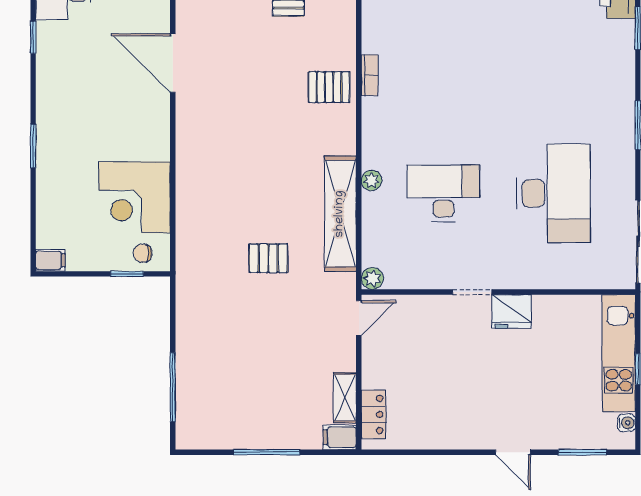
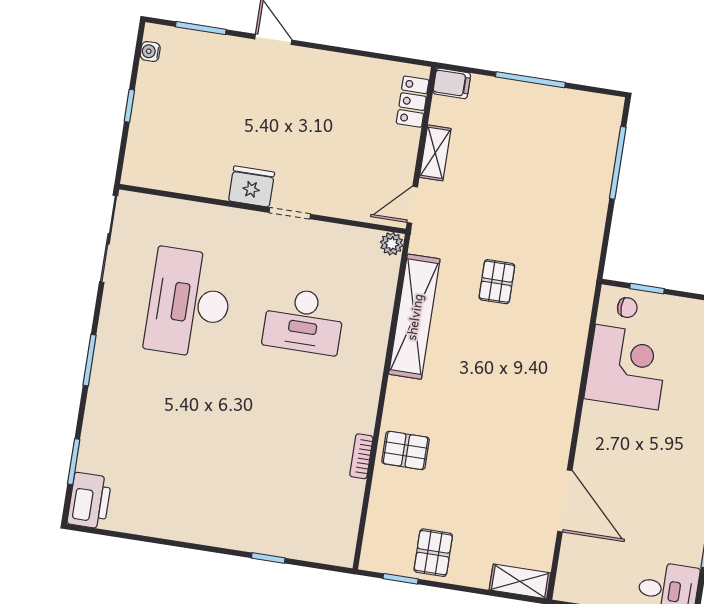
plant: (372, 180) -> (376, 346), removed
pallet: (268, 258) -> (497, 282), turned 90
kitchen unit: (619, 353) -> (147, 125), removed
shelving: (345, 398) -> (435, 153), moved

